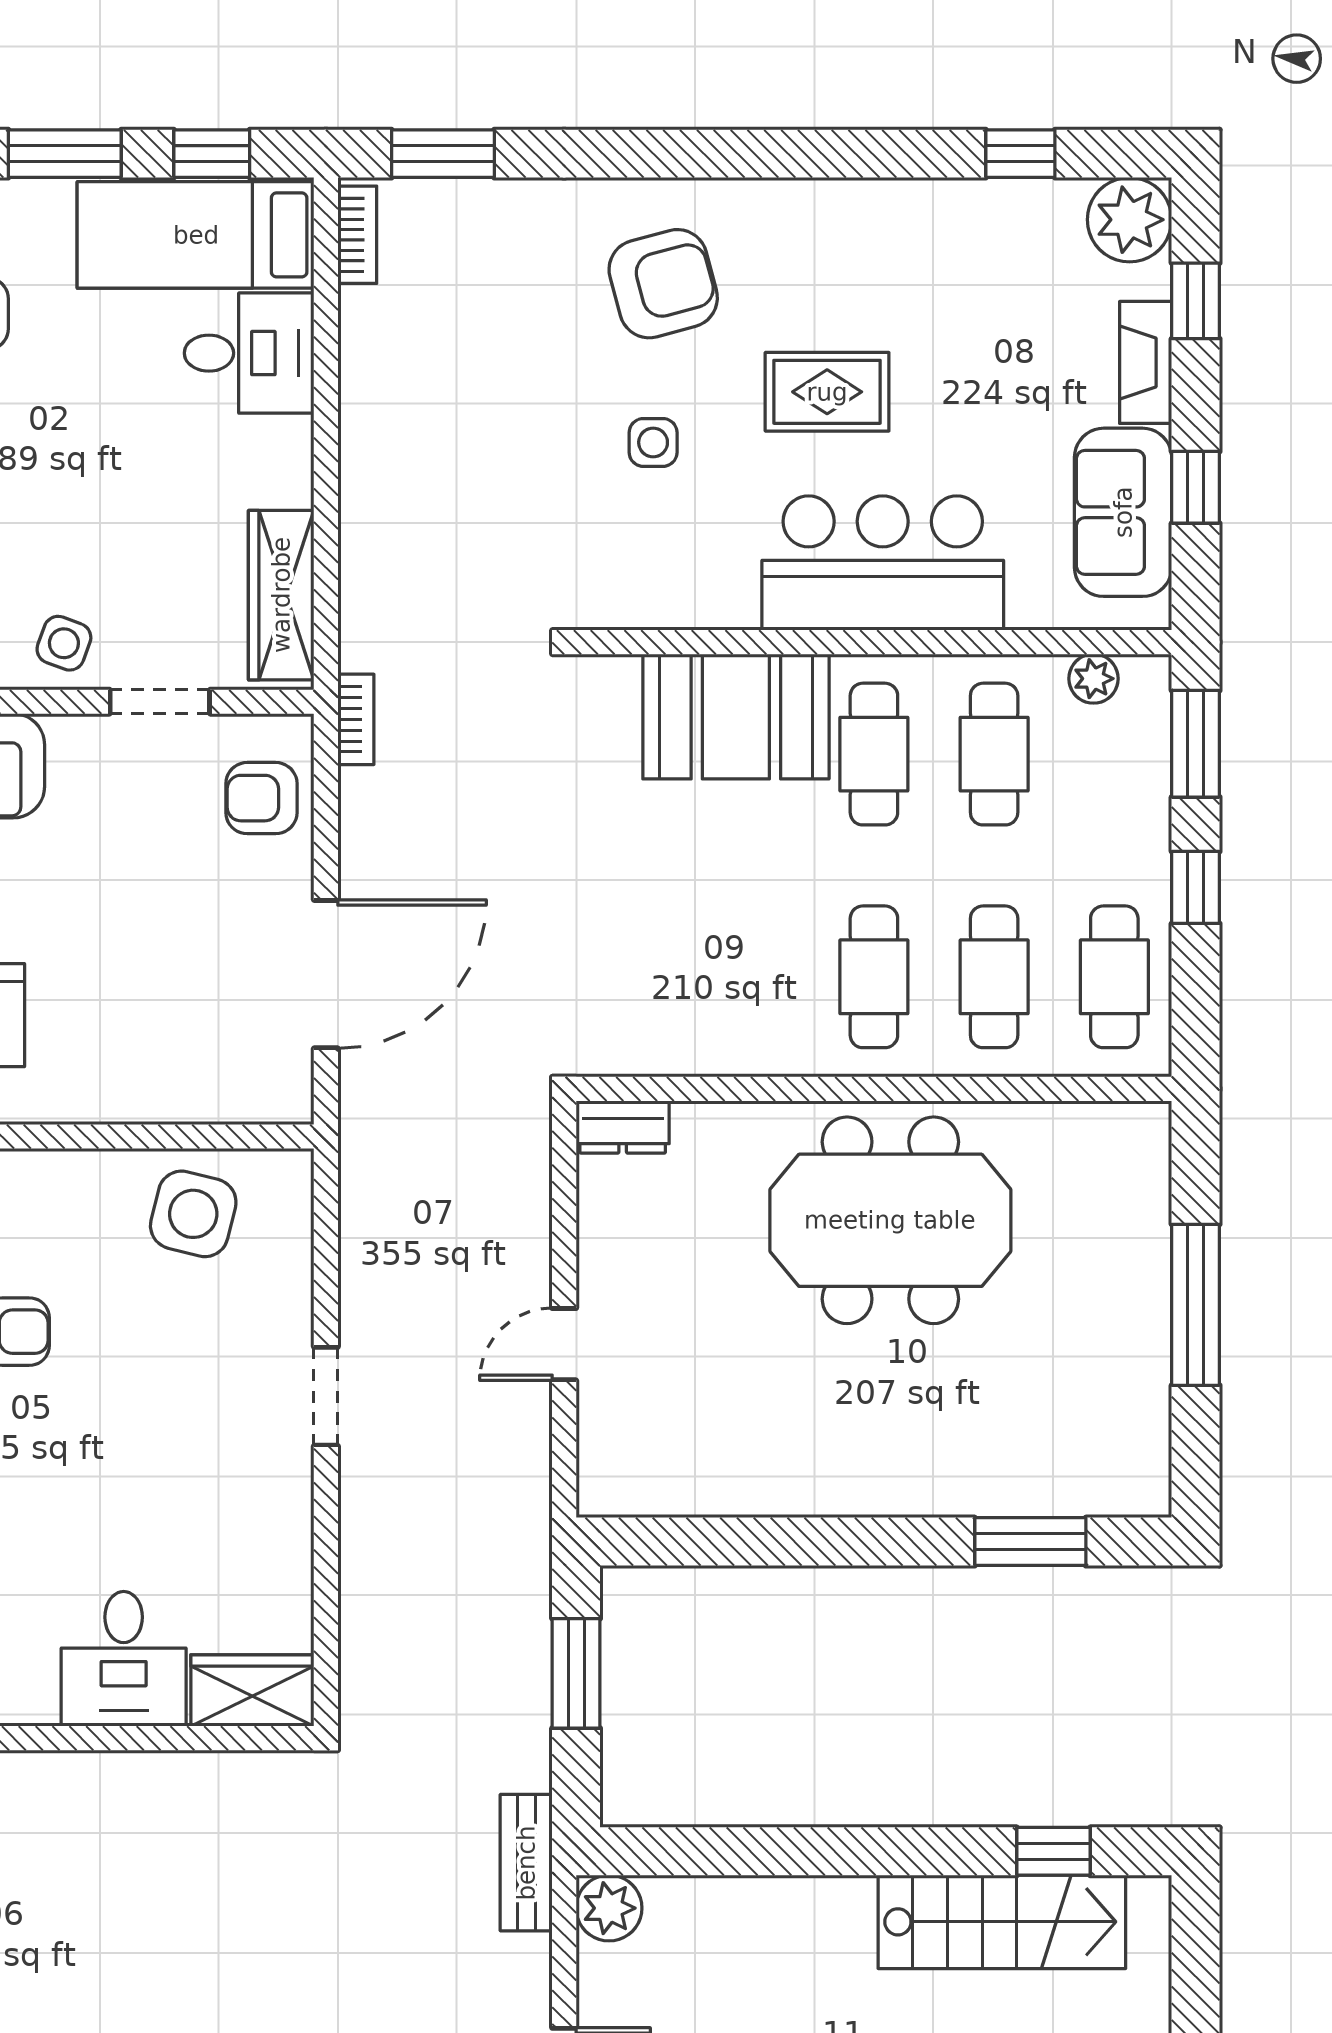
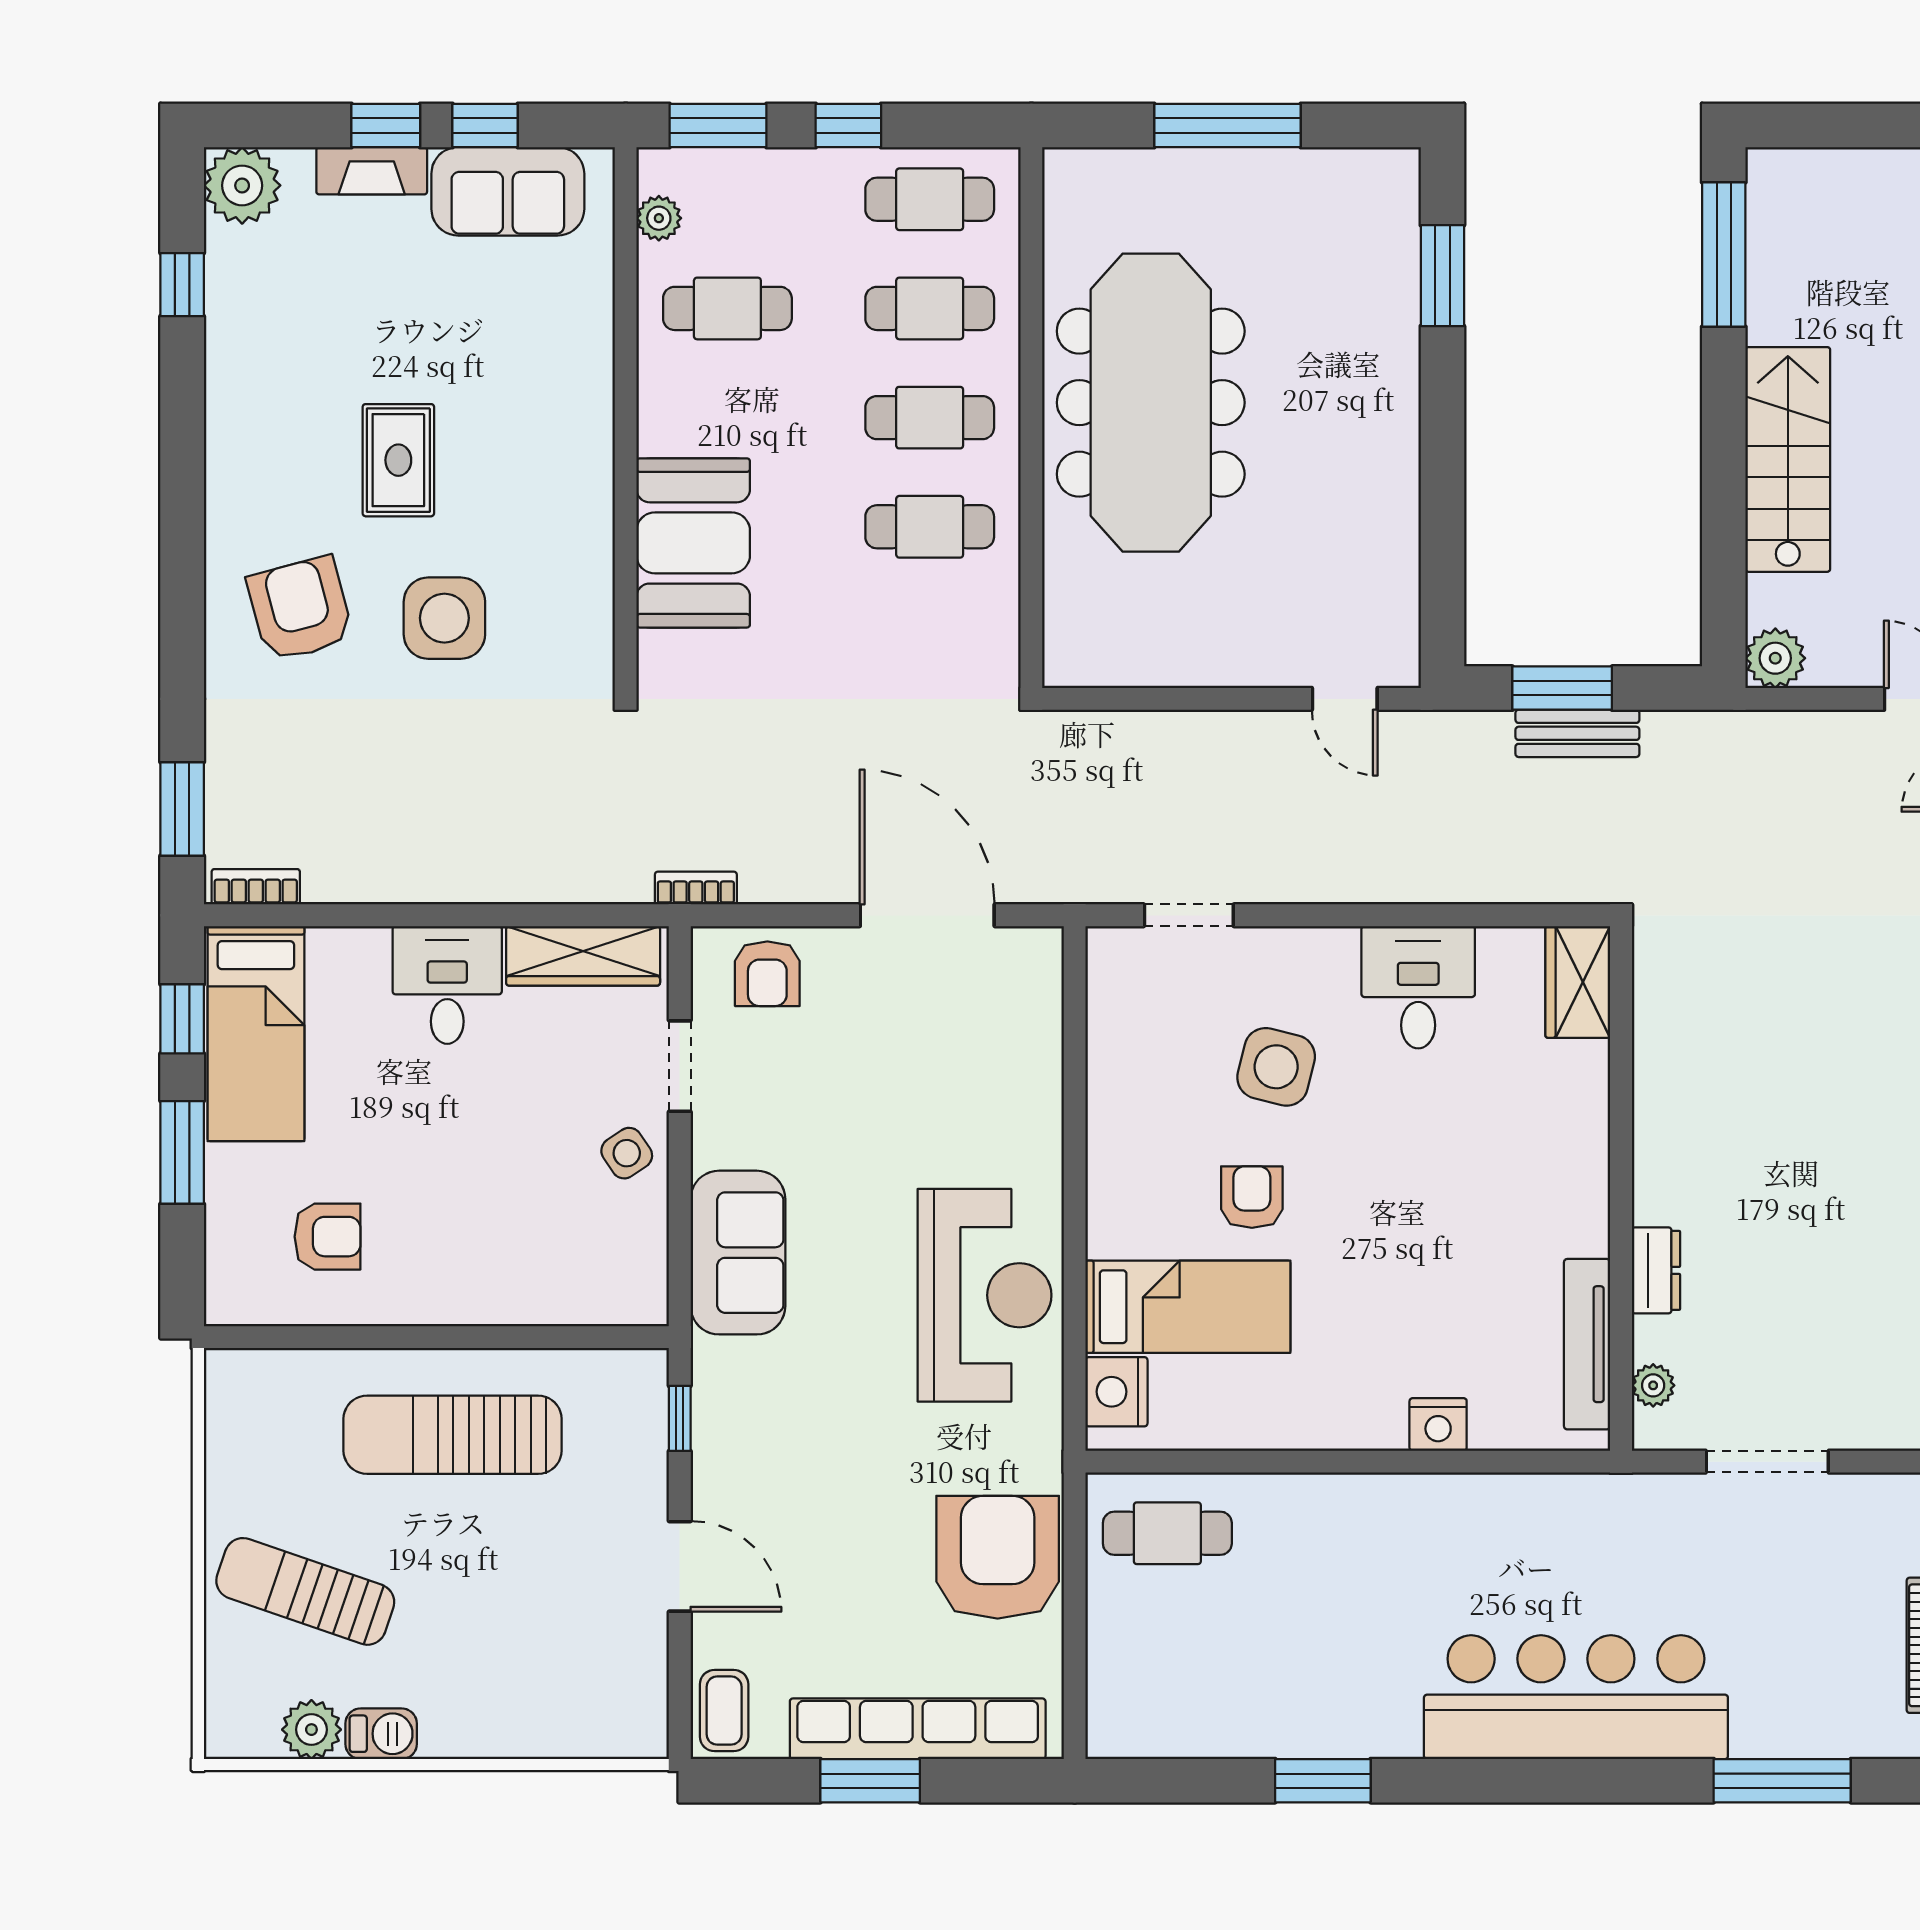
window: (1196, 301) -> (386, 126), moved
desk: (249, 353) -> (447, 985), moved
side table: (653, 442) -> (444, 618), width x1.87, depth x1.87
bar counter: (883, 563) -> (554, 410), removed
side table: (64, 643) -> (627, 1153), turned 36
cafe table: (874, 754) -> (930, 527), moved
dresser: (623, 1127) -> (1066, 646), removed
side table: (193, 1214) -> (1276, 1067), moved
meeting table: (890, 1220) -> (1151, 403), width x1.36
door: (564, 1344) -> (1345, 699), moved
doorway: (326, 1396) -> (1189, 915), moved
desk: (124, 1659) -> (1418, 987), moved, turned -90
window: (1054, 1851) -> (1724, 254), width x2.17
bench: (526, 1863) -> (1577, 733), moved
stairs: (1002, 1922) -> (1788, 459), moved

